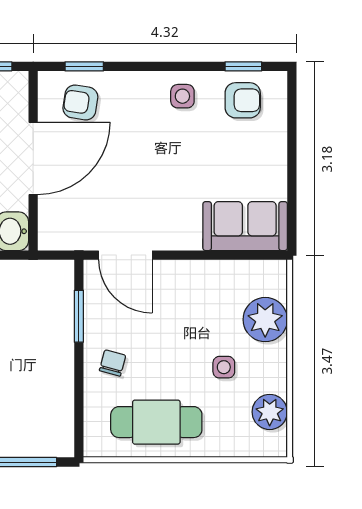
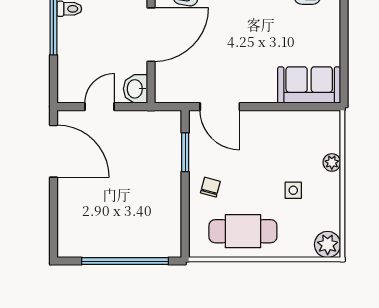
plant: (265, 320) -> (332, 162), width x0.53, depth x0.53
plant: (270, 412) -> (328, 244), moved

